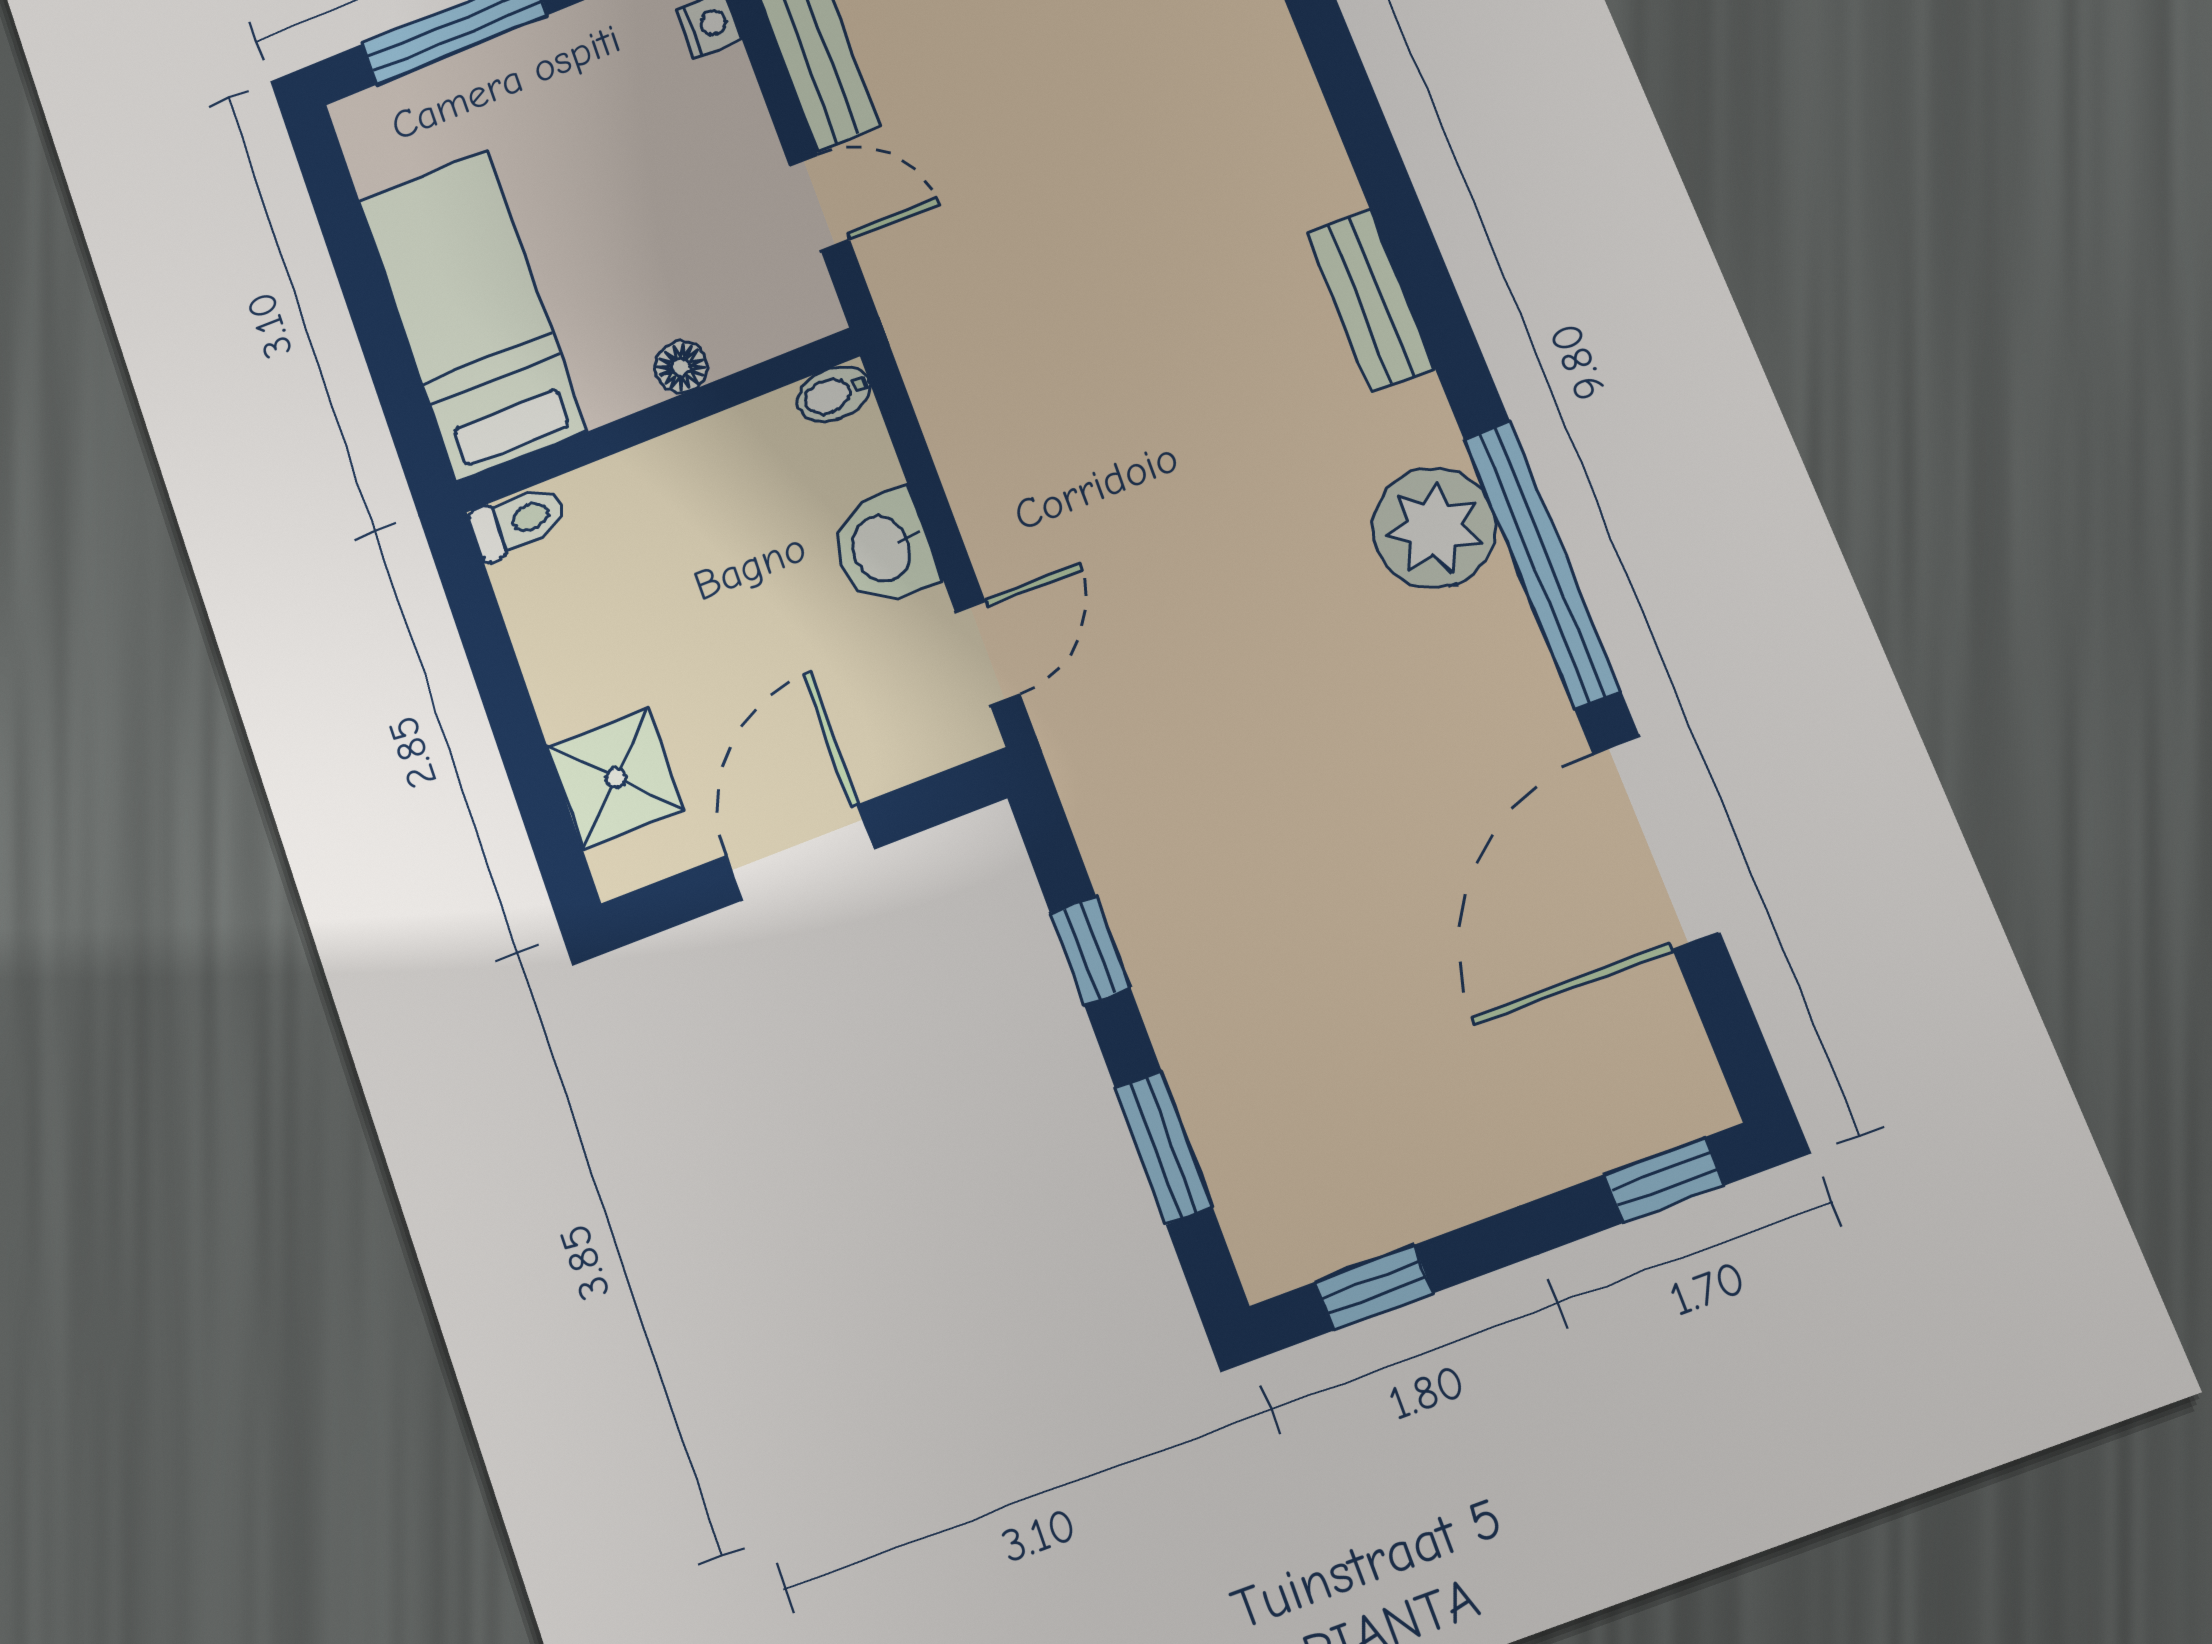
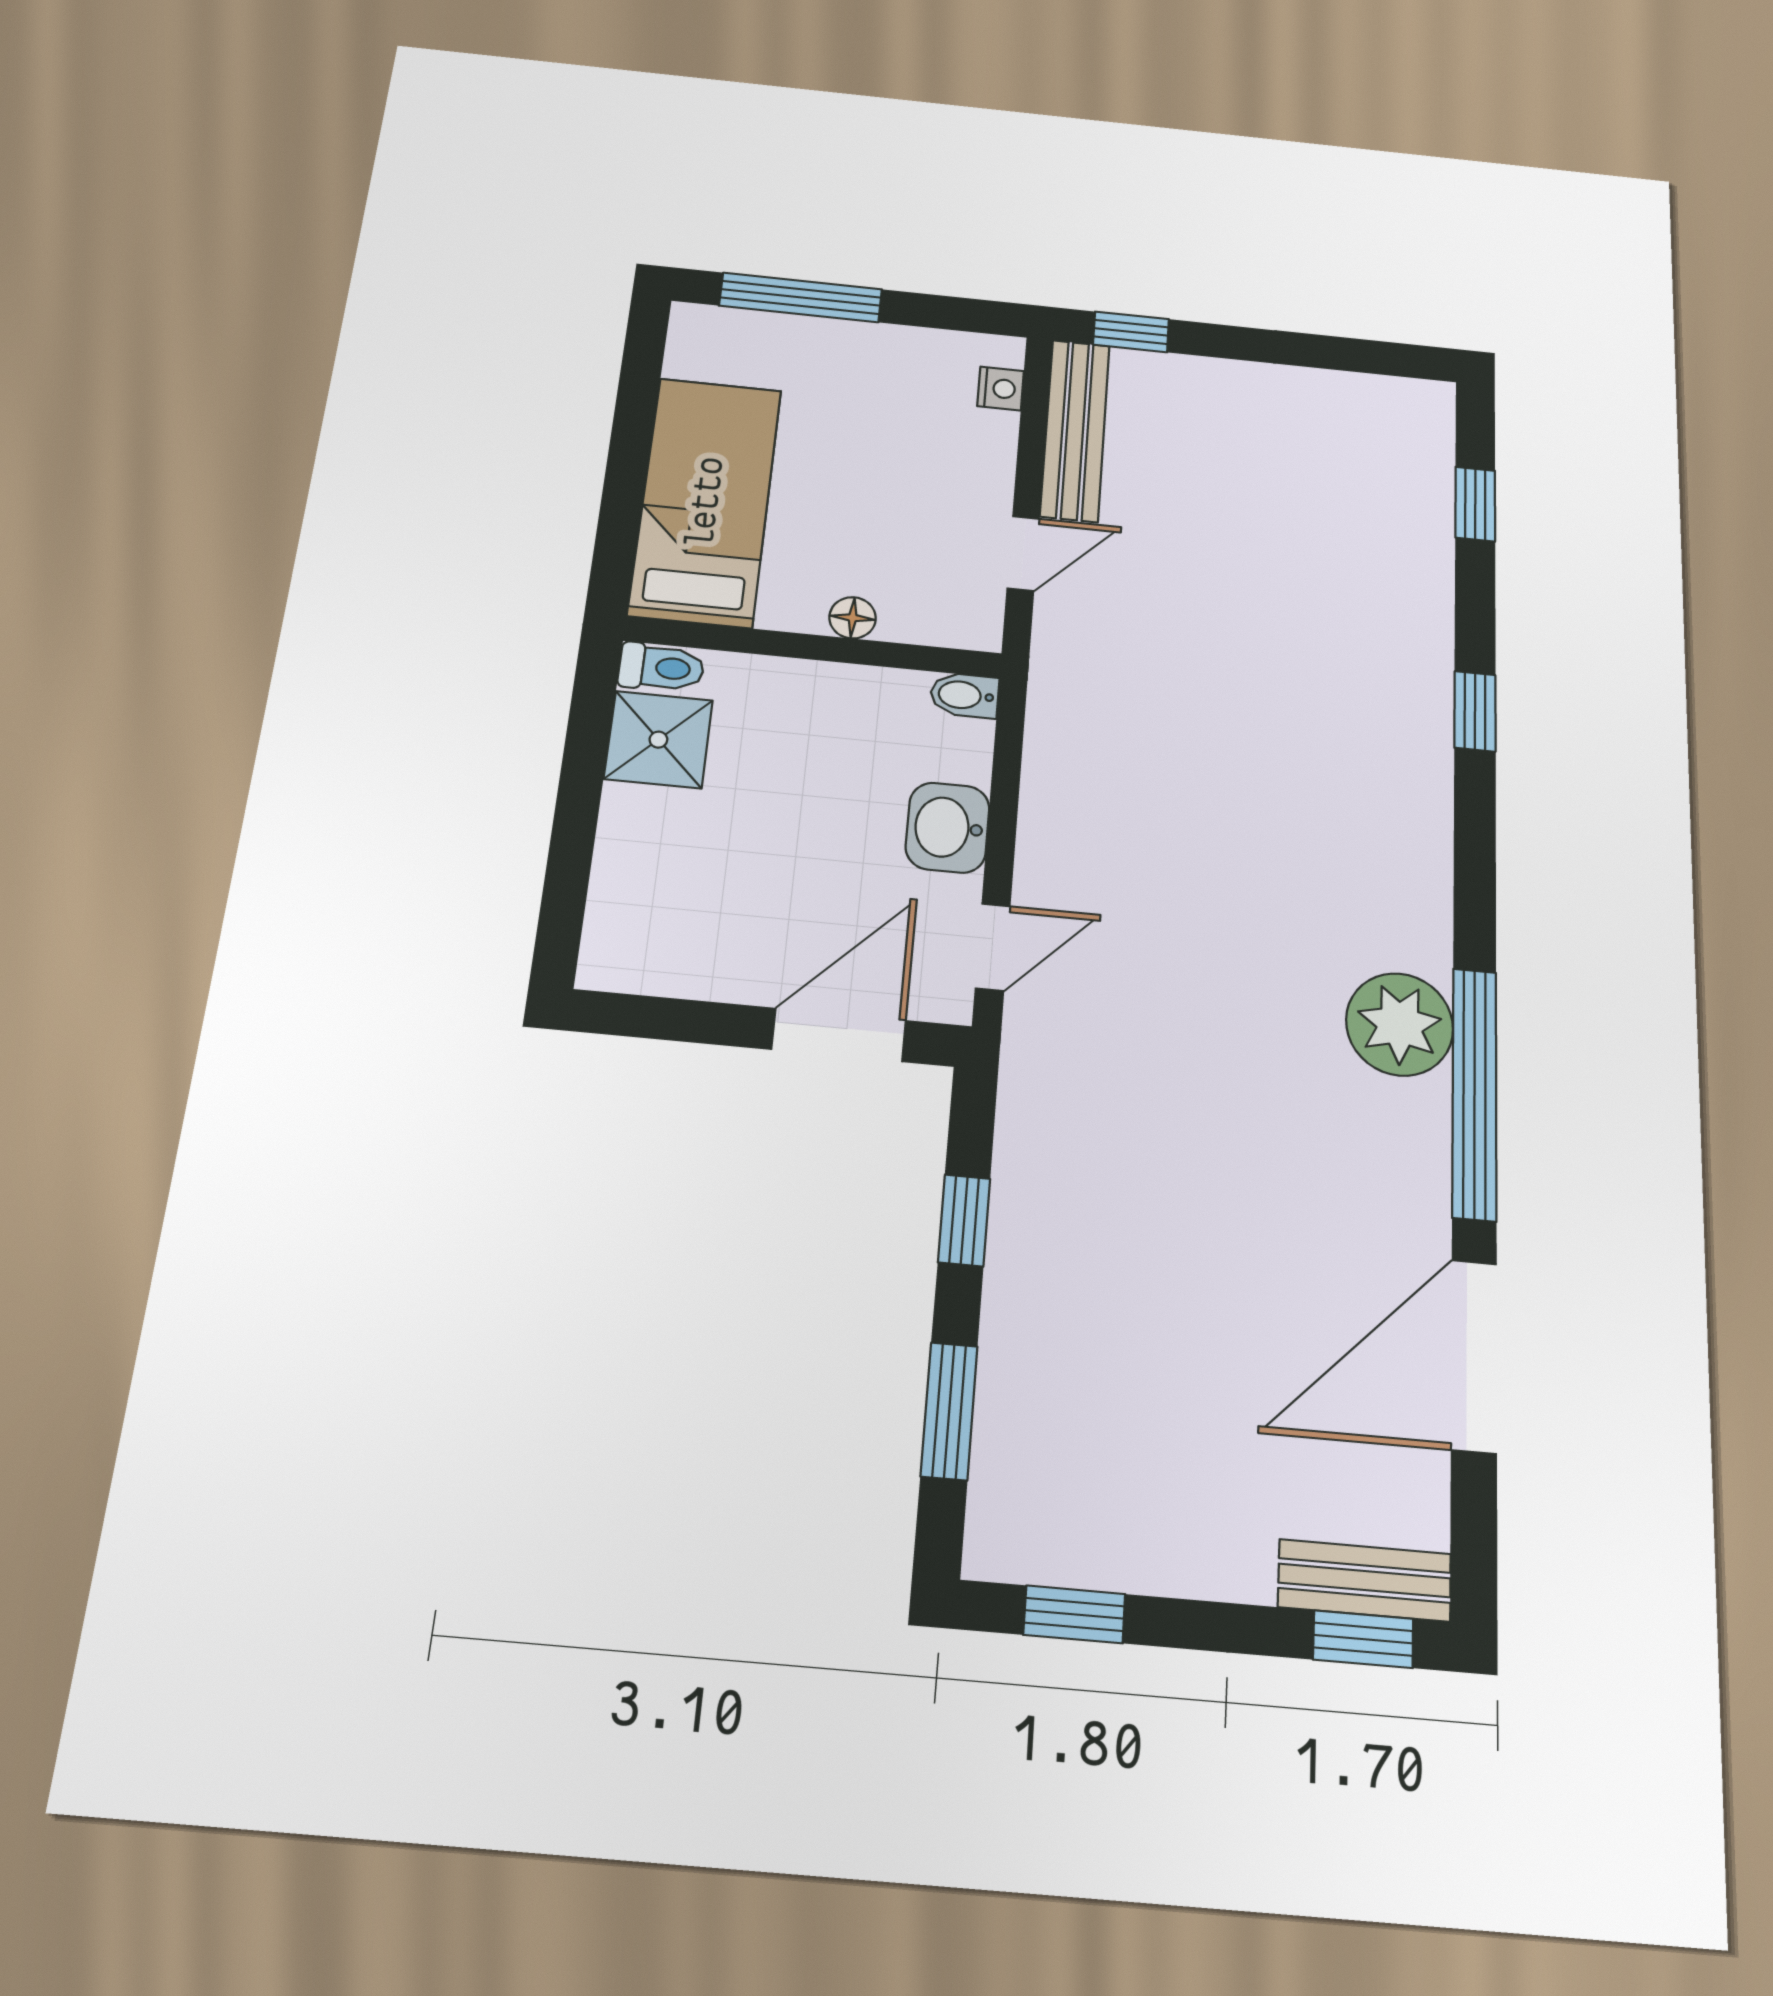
window: (1367, 137) -> (1475, 711), added
door: (820, 203) -> (1023, 553), hinge flipped
bench: (1370, 300) -> (1365, 1580), moved, turned 90
shower: (615, 778) -> (658, 740), moved
door: (800, 852) -> (839, 1035), moved

